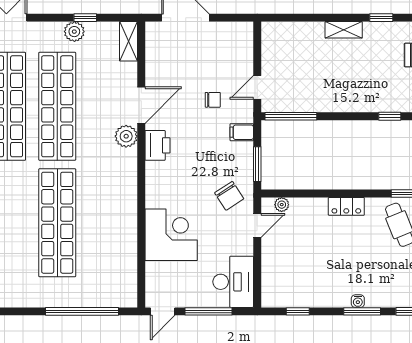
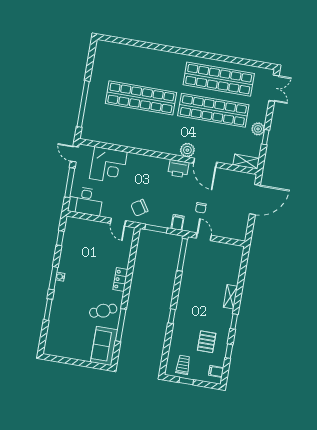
plant: (282, 205) -> (128, 240), removed
corner desk: (171, 235) -> (108, 165), moved

